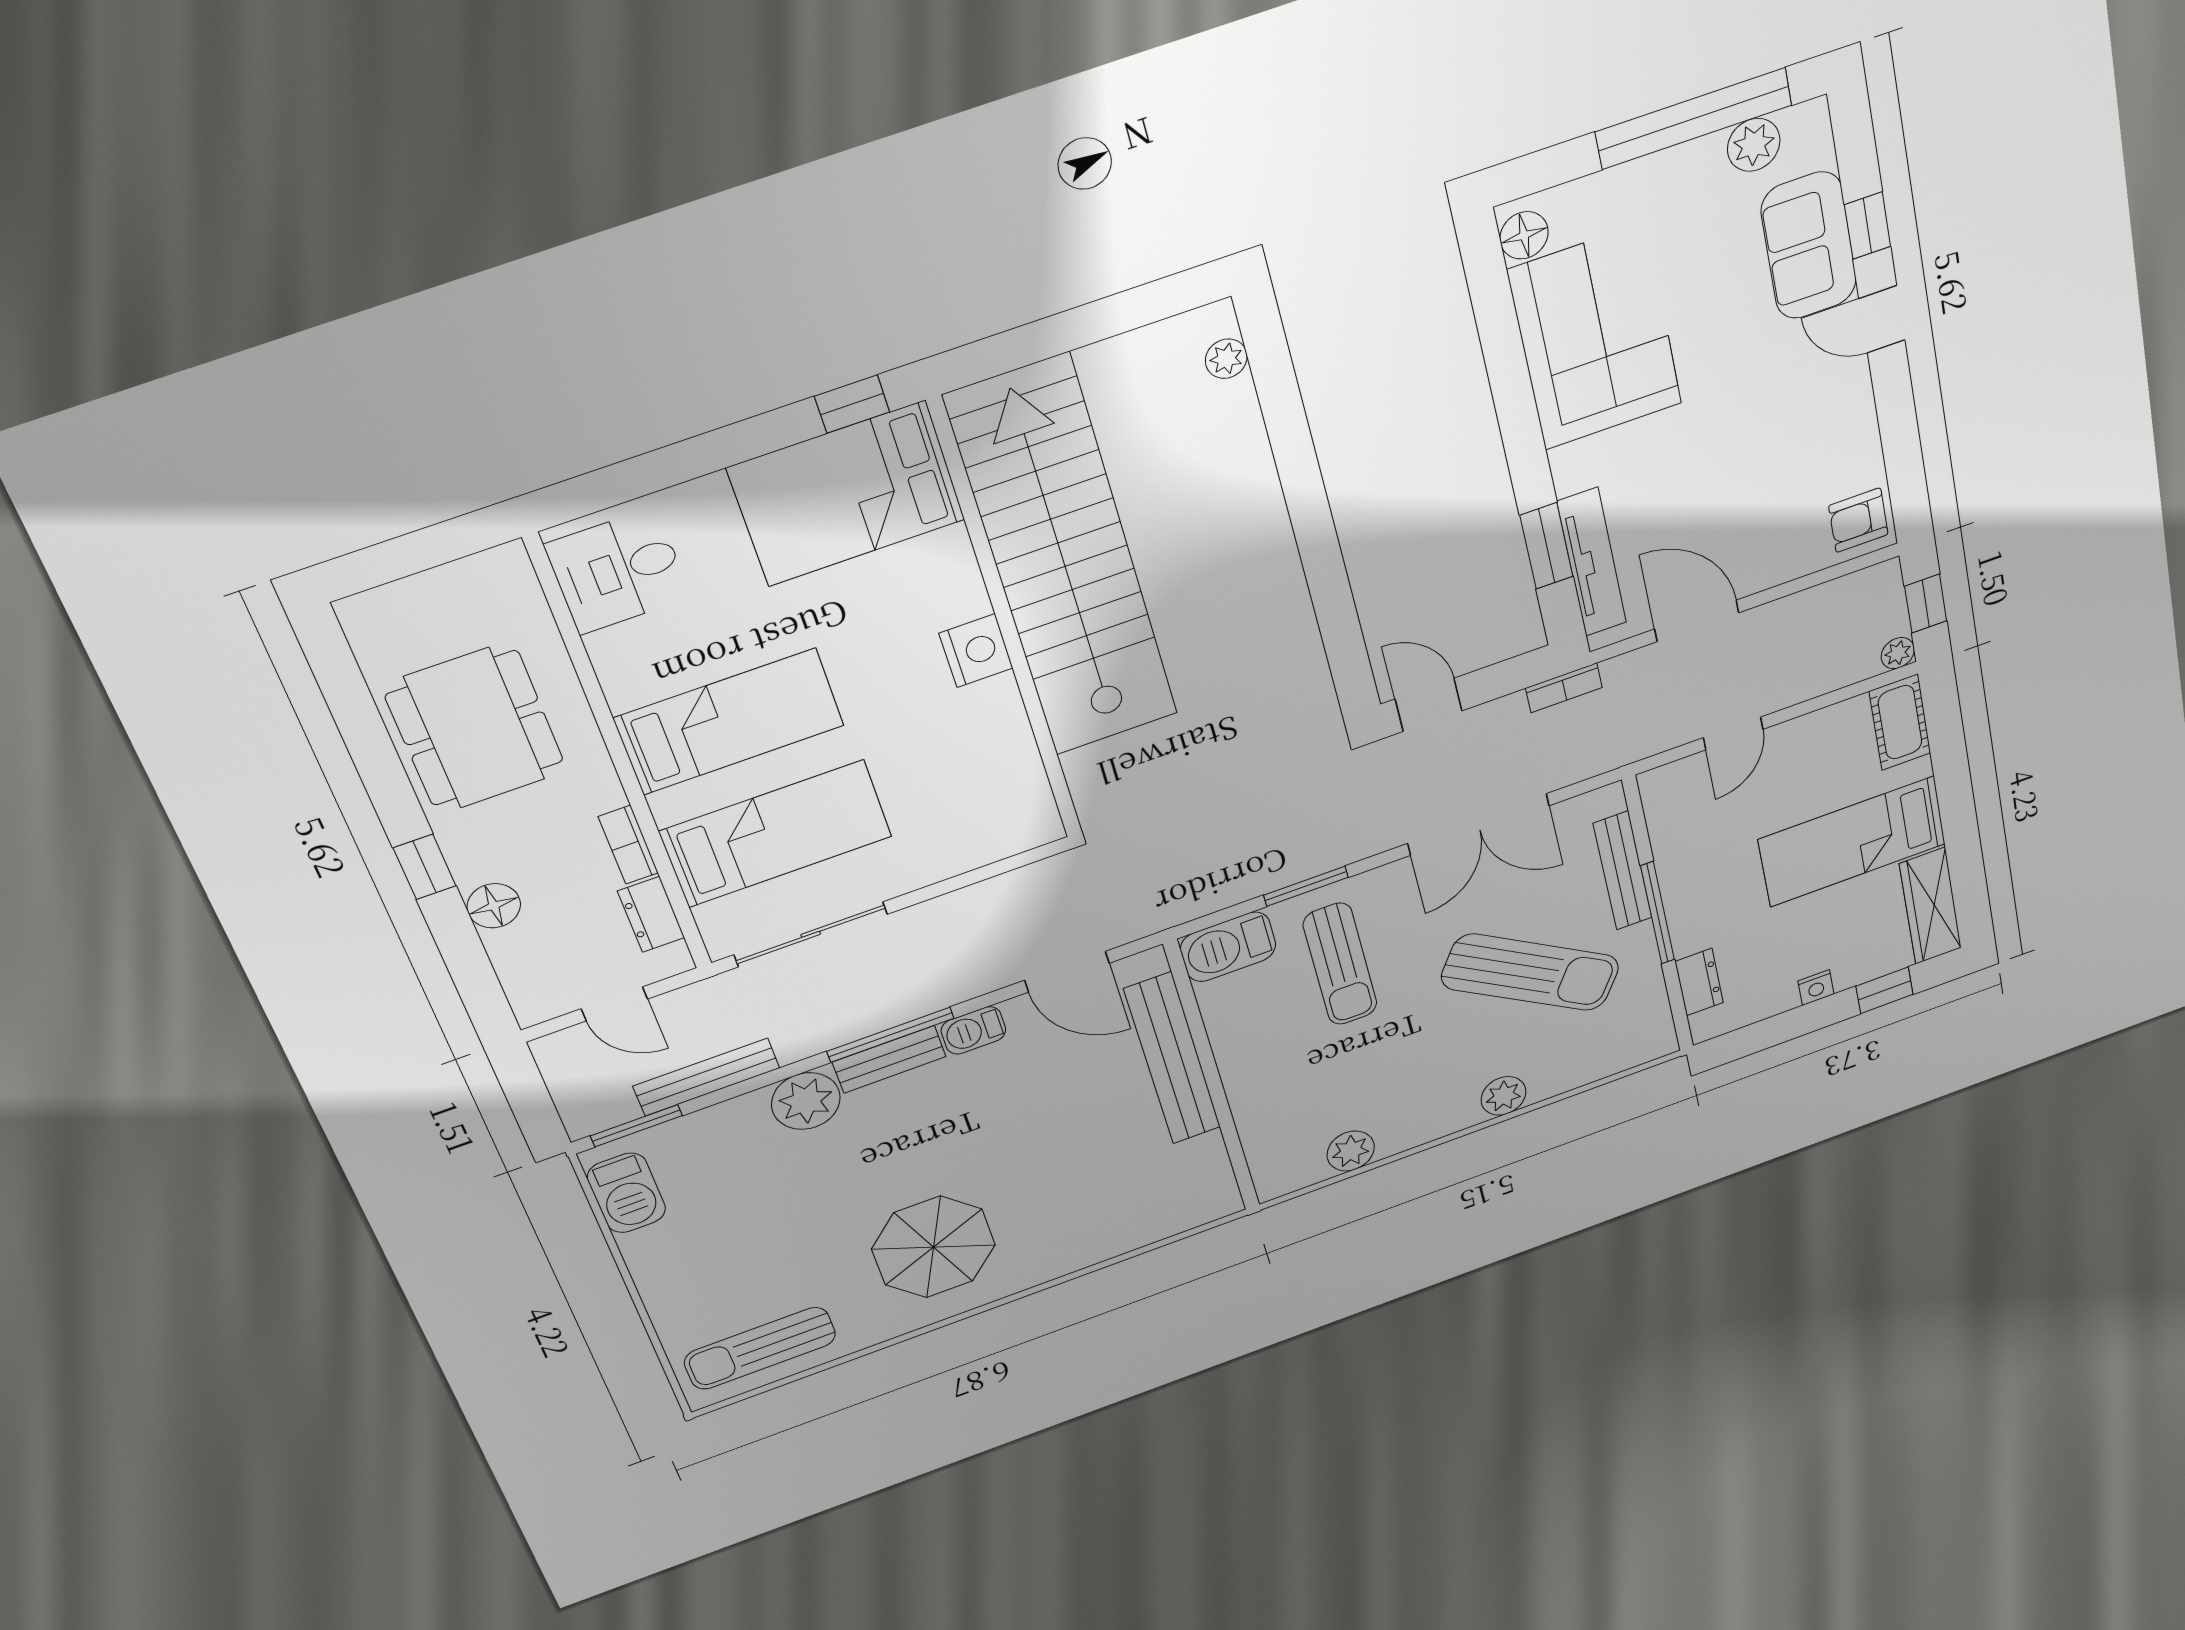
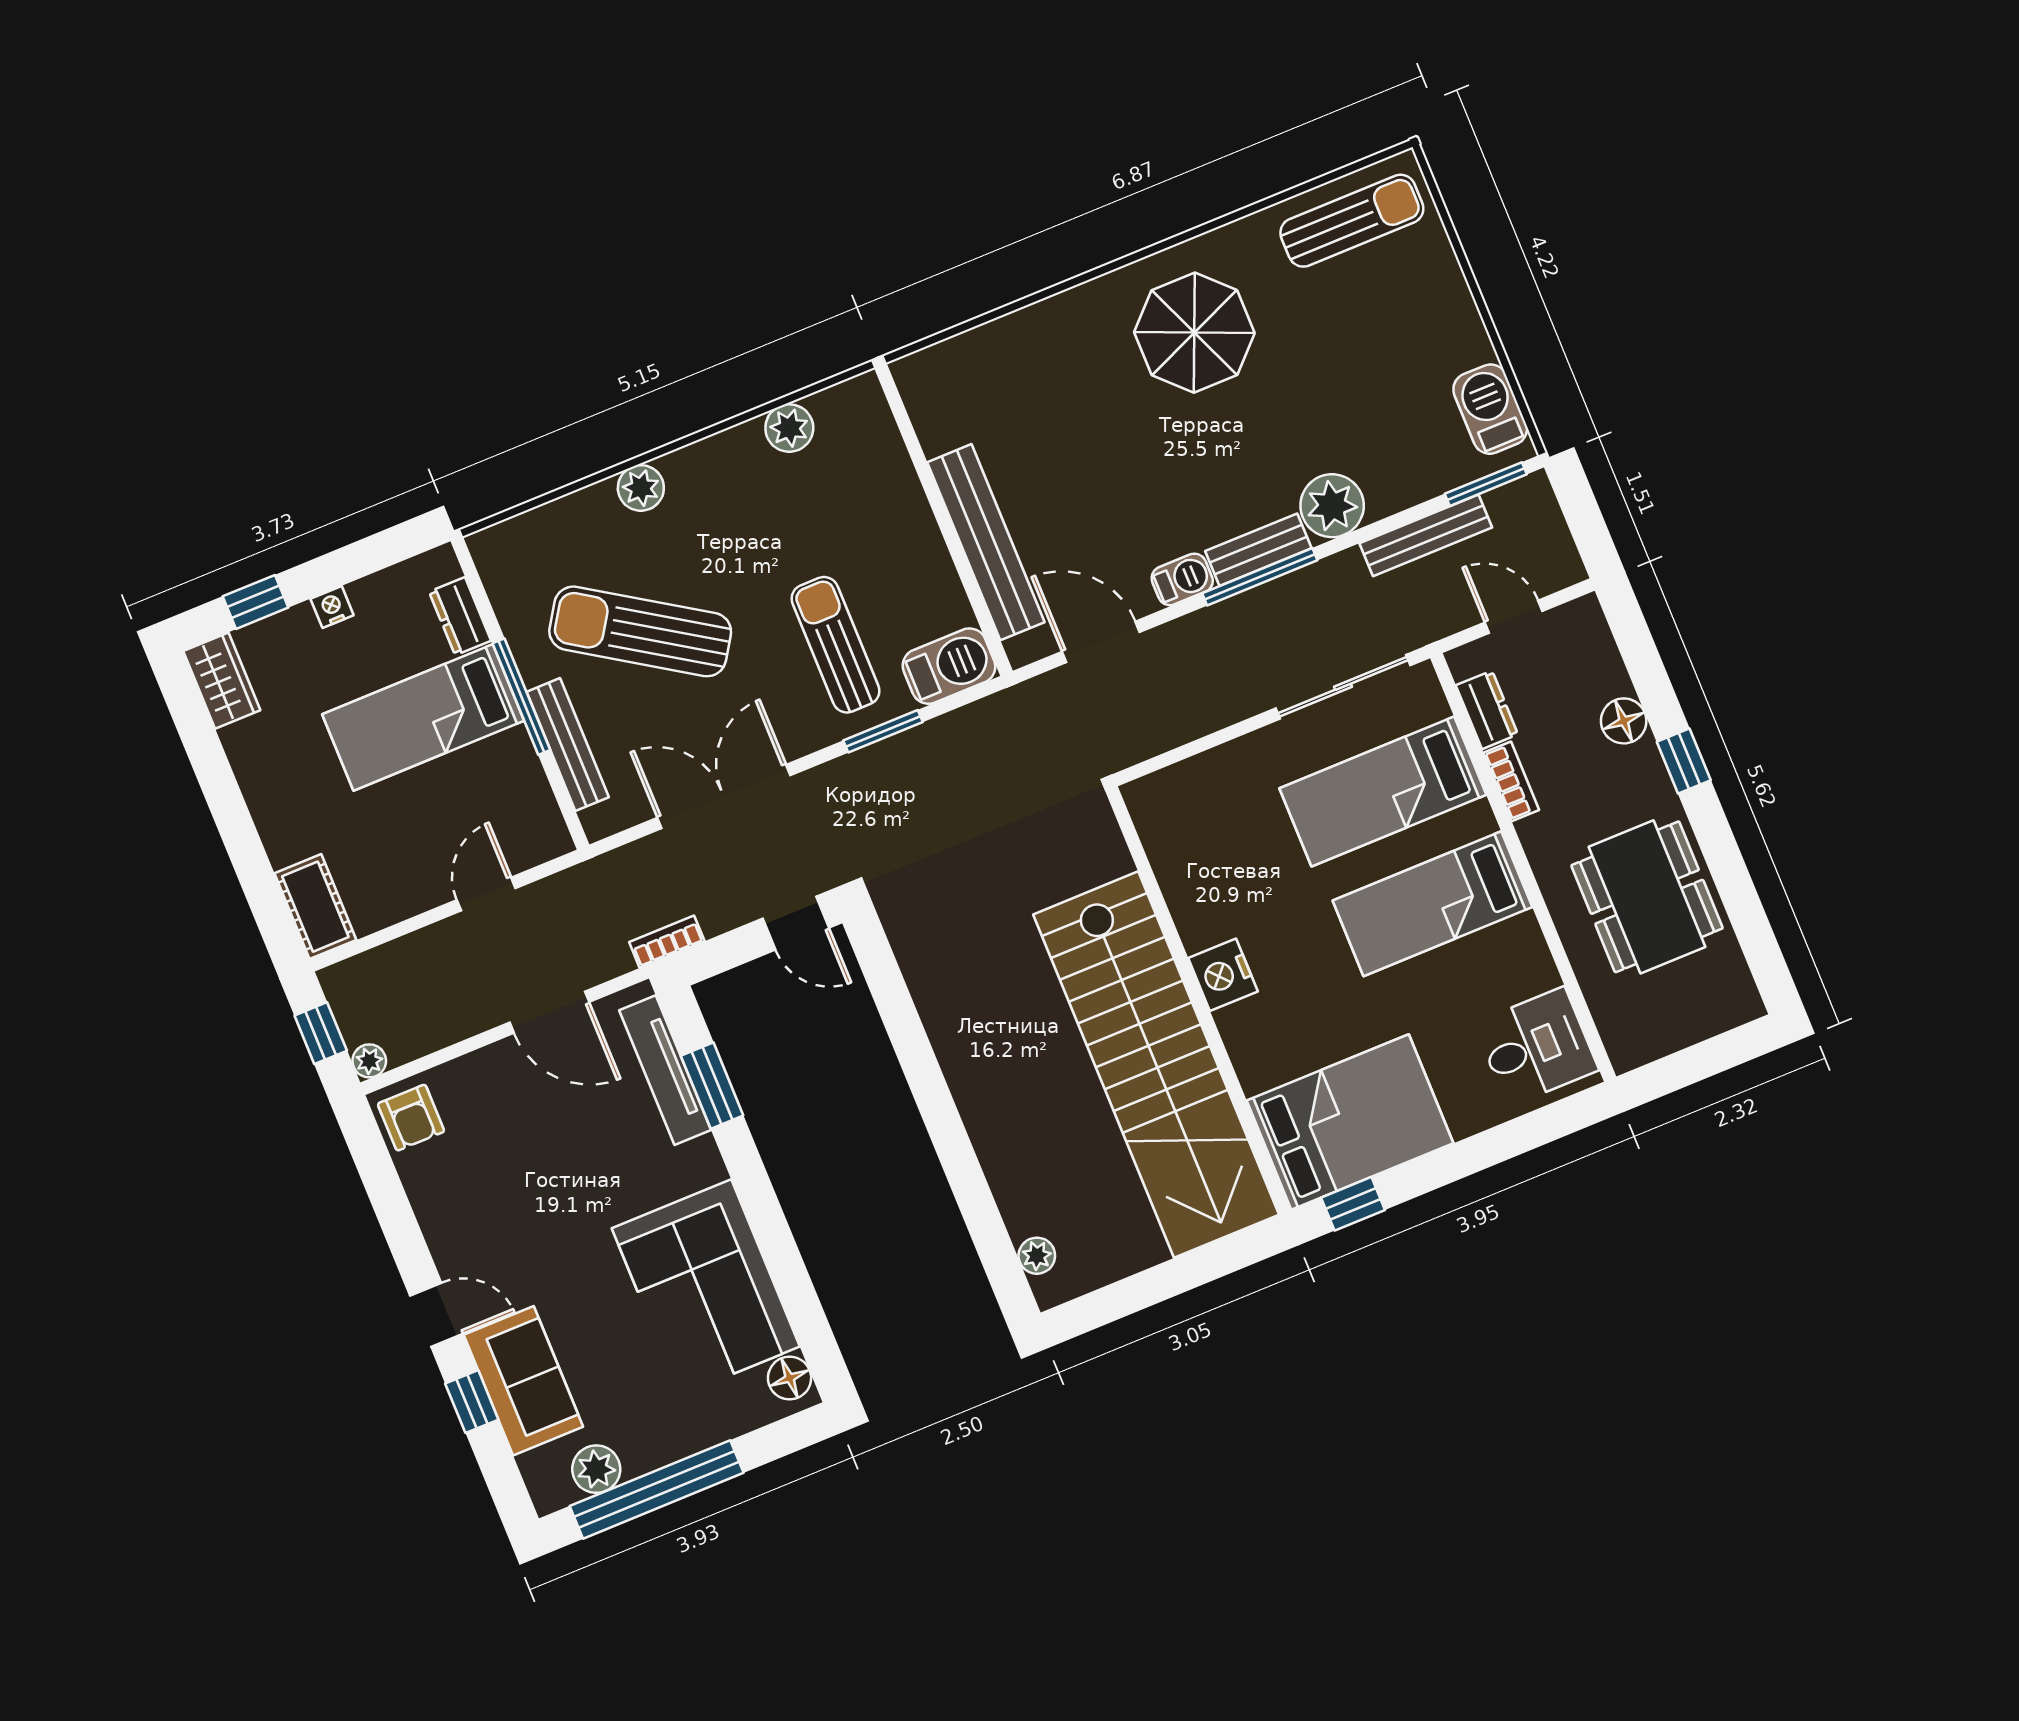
armchair: (1858, 520) -> (411, 1118), turned 90
plant: (1898, 653) -> (369, 1061), moved
bed: (1852, 842) -> (423, 717), moved, turned 180
wardrobe: (1931, 906) -> (222, 681), width x0.67

